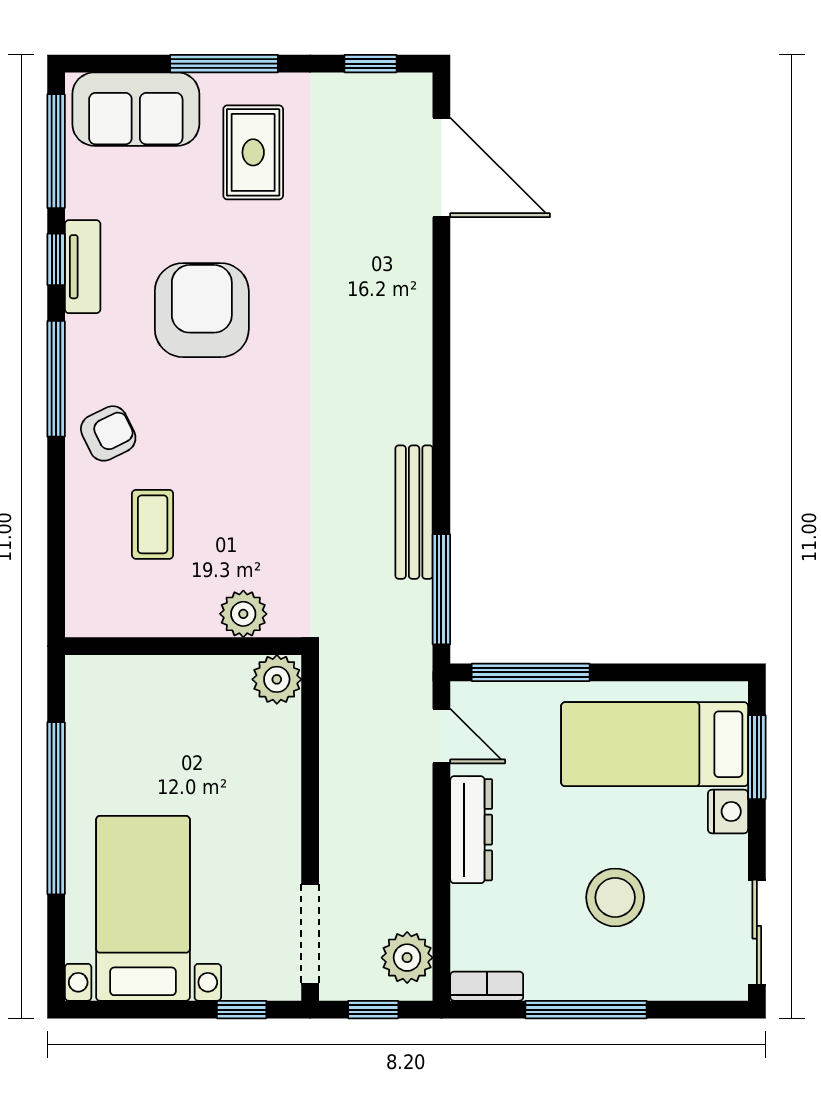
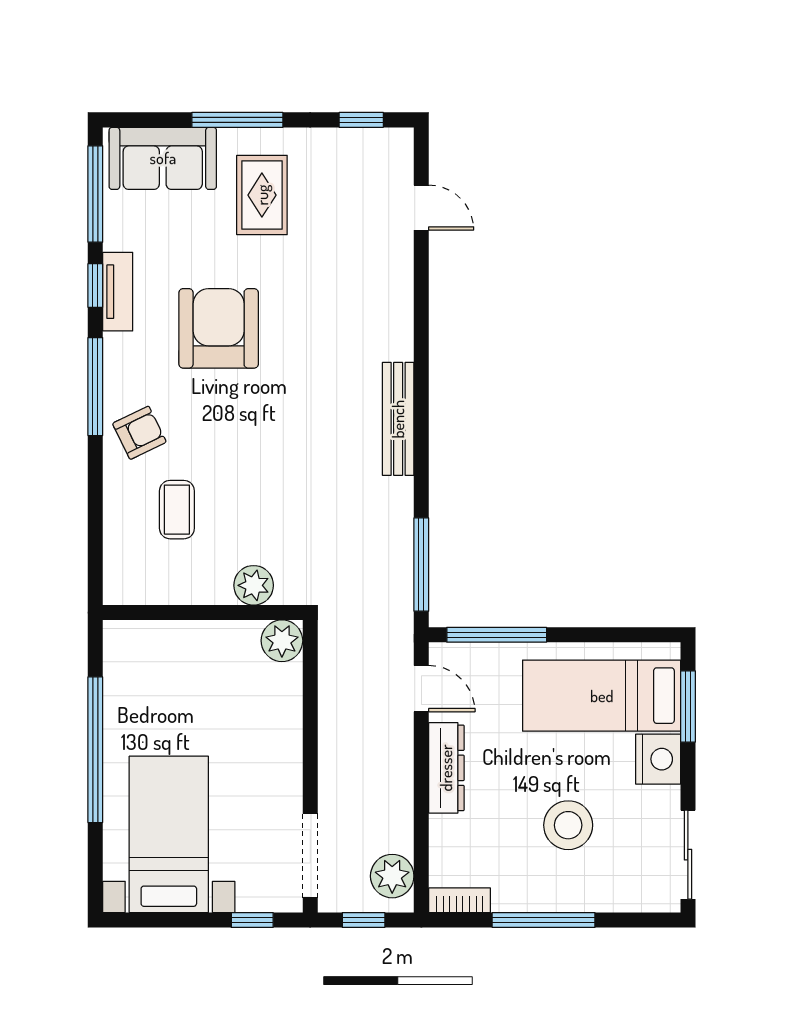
door: (441, 167) -> (421, 208), width x0.53
bench: (414, 512) -> (398, 419), moved
nightstand: (728, 812) -> (658, 759), width x1.36, depth x1.33

